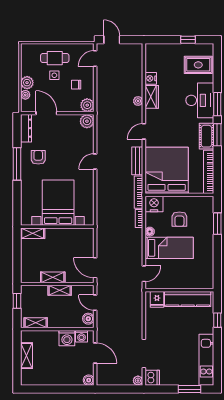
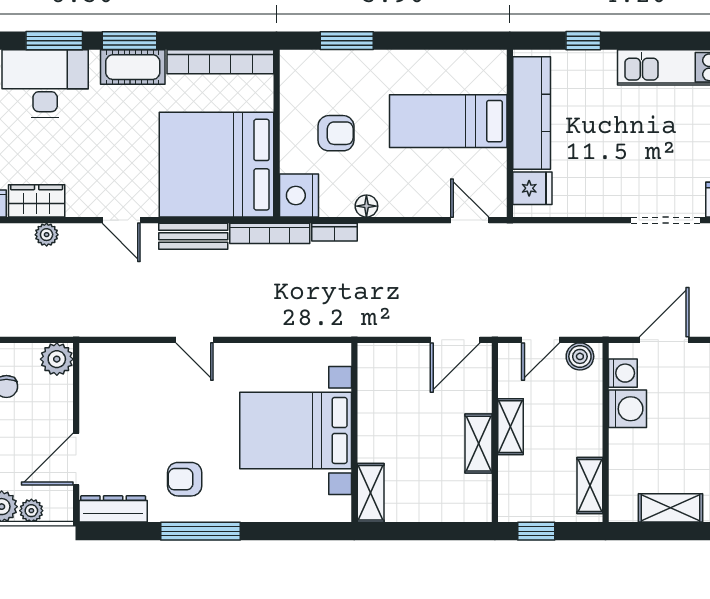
plant: (87, 121) -> (96, 360), removed
bed: (169, 248) -> (448, 121), moved, turned -90

